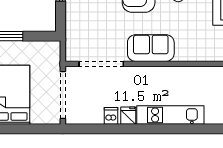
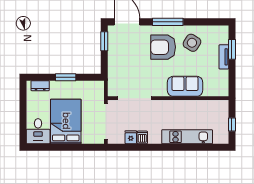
sofa: (151, 48) -> (185, 86), moved
fridge: (128, 116) -> (131, 137), moved

